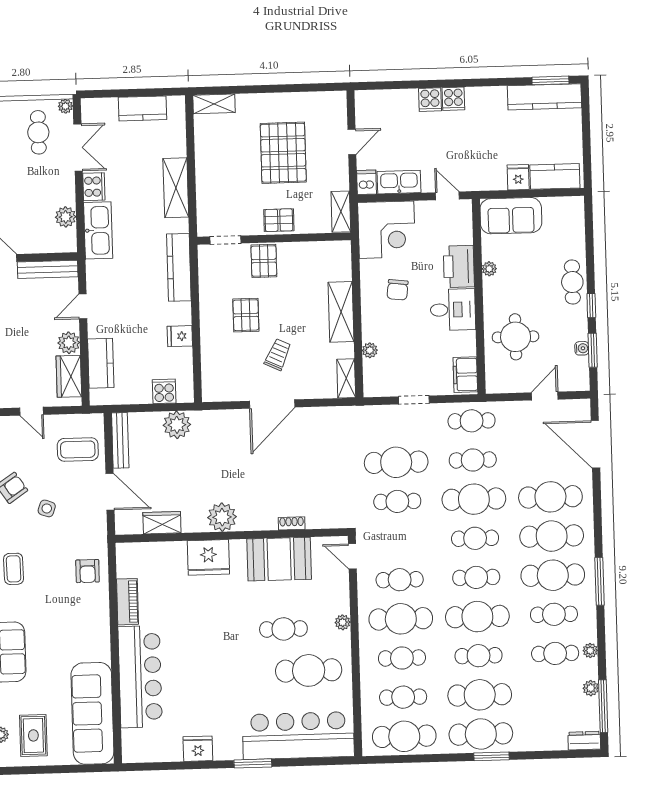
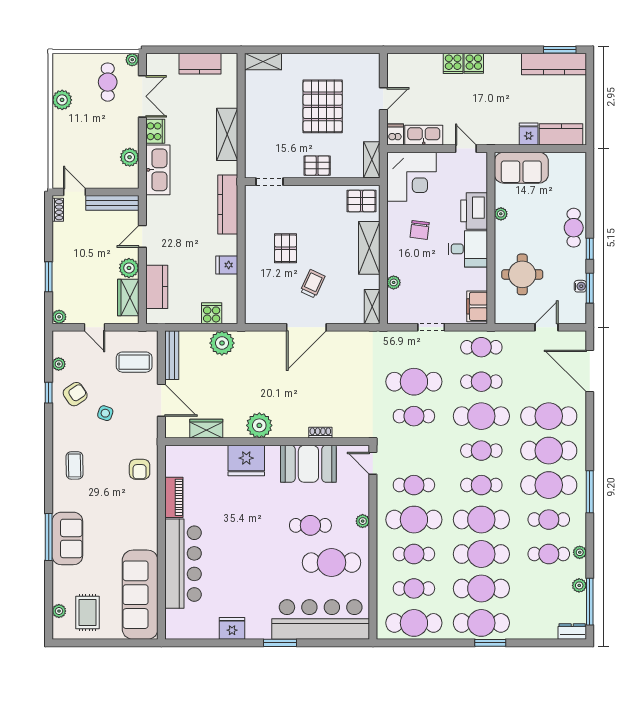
pallet: (264, 261) -> (362, 201), moved, turned 90
cafe table: (479, 656) -> (481, 554), width x1.37, depth x1.35

